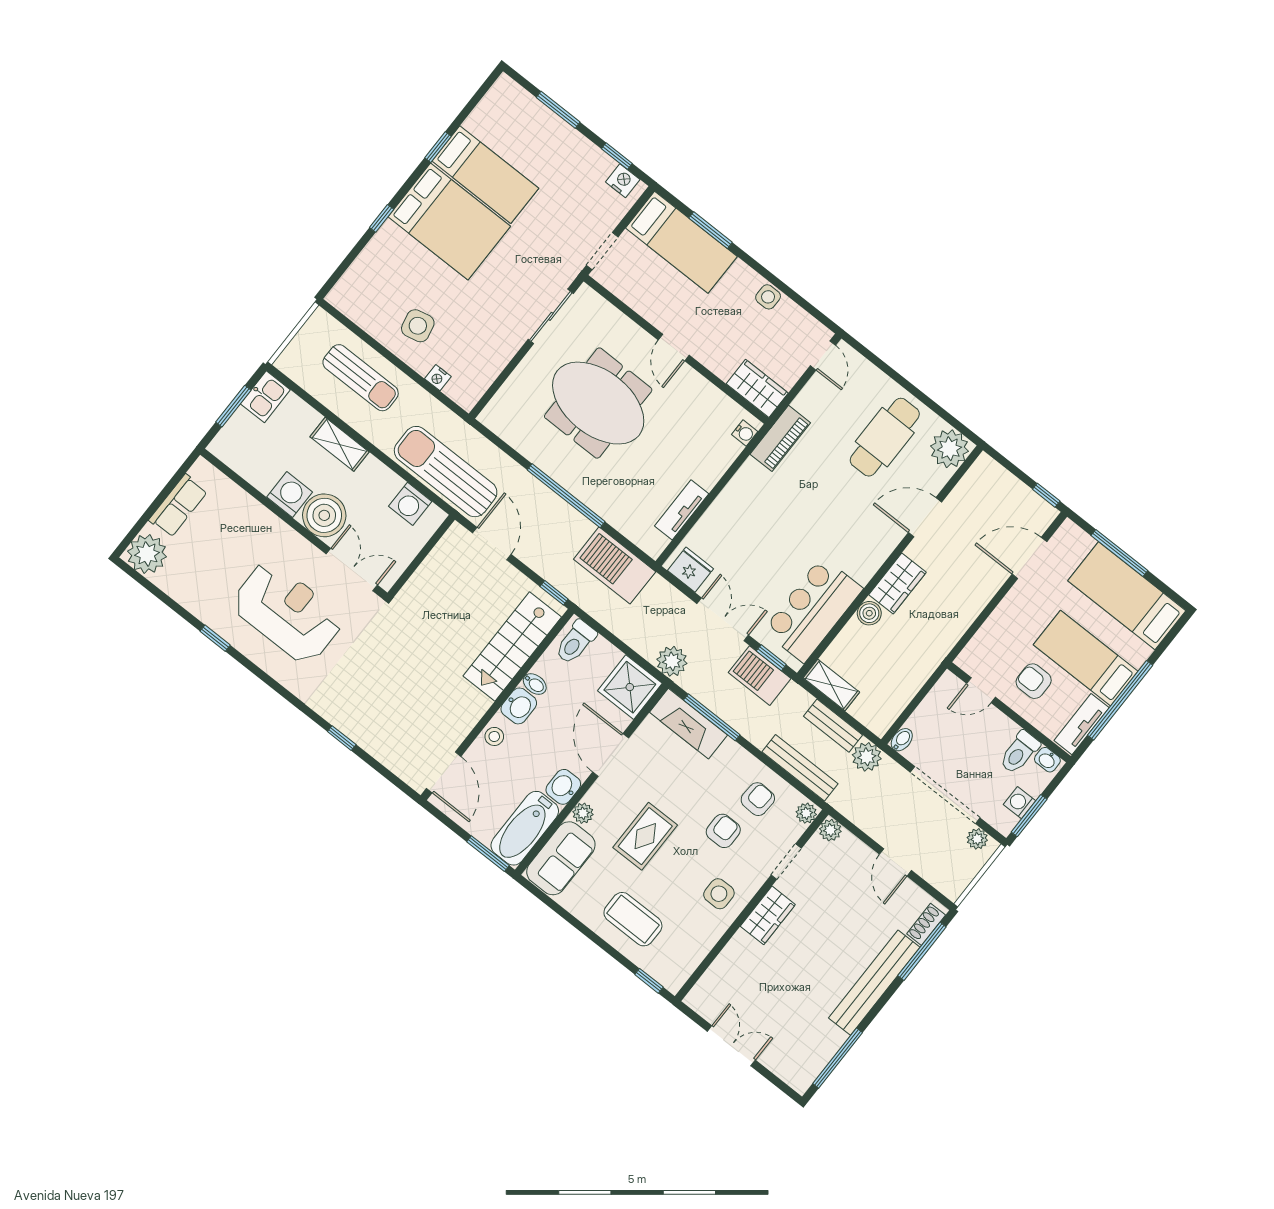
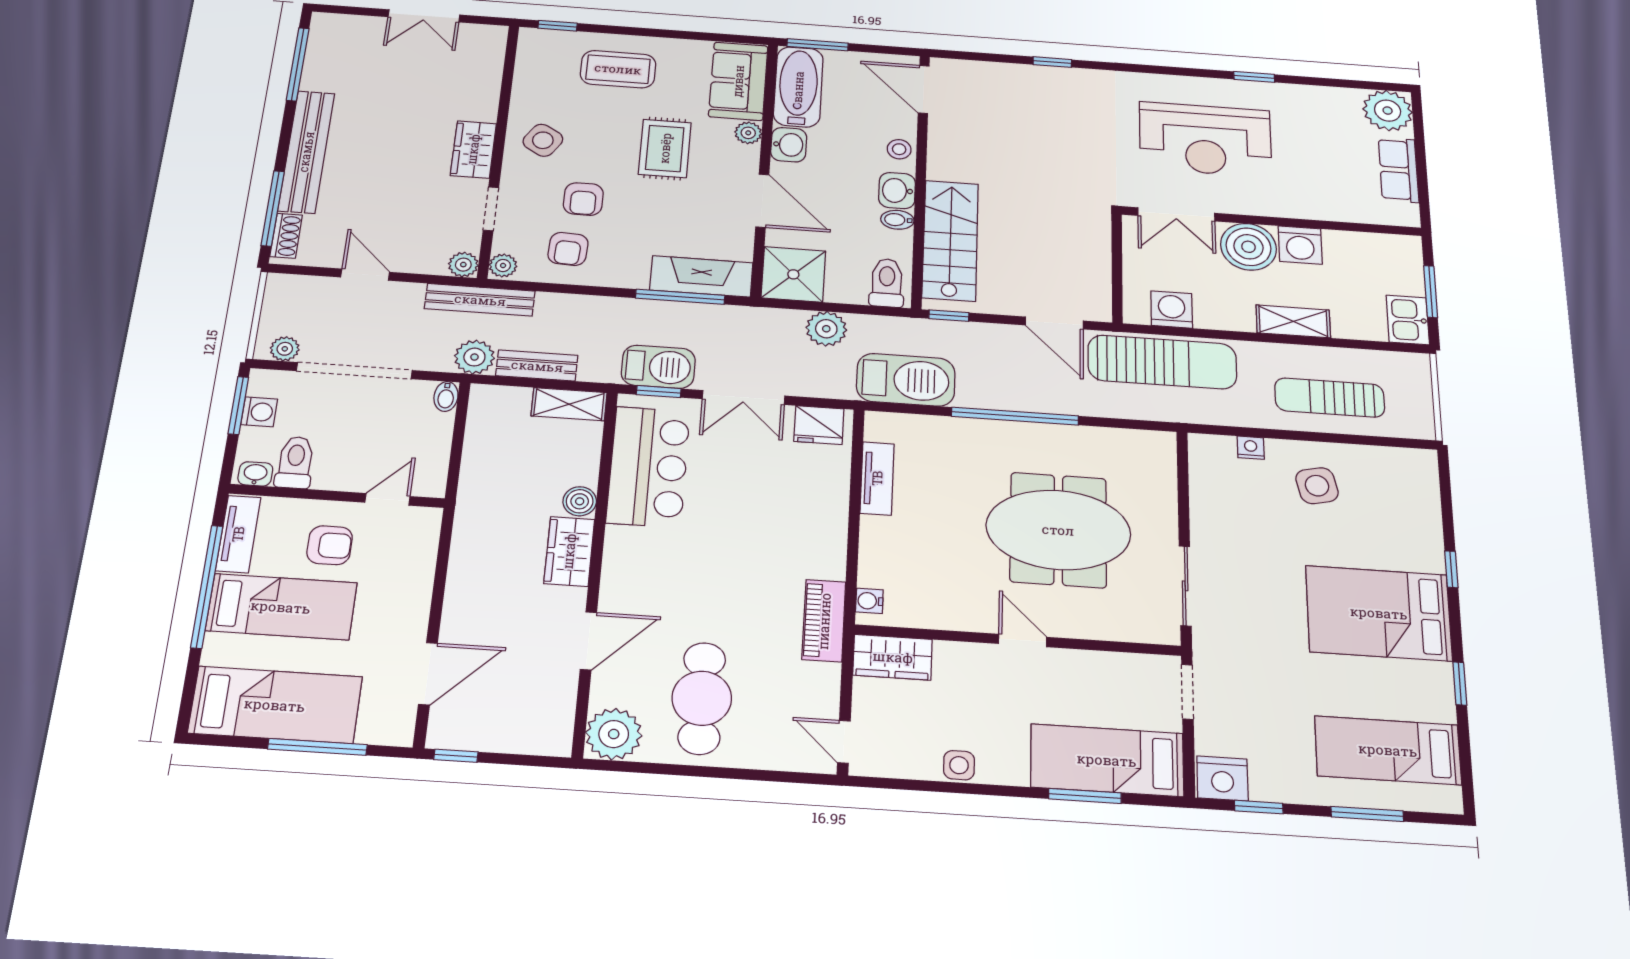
bed: (485, 175) -> (1388, 750), moved
nightstand: (623, 181) -> (1222, 778), width x1.36, depth x1.33
plant: (672, 661) -> (826, 329), moved
bench: (800, 768) -> (480, 300), moved
side table: (719, 894) -> (543, 140), turned 32

